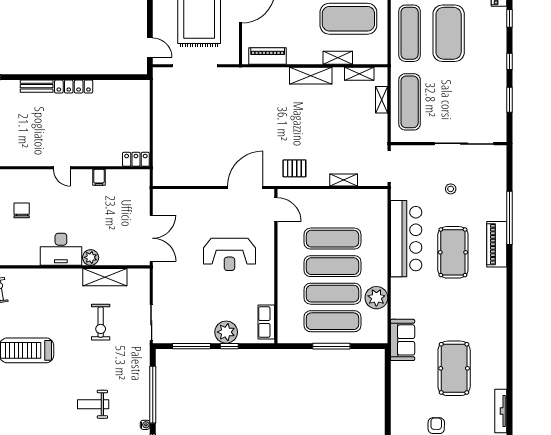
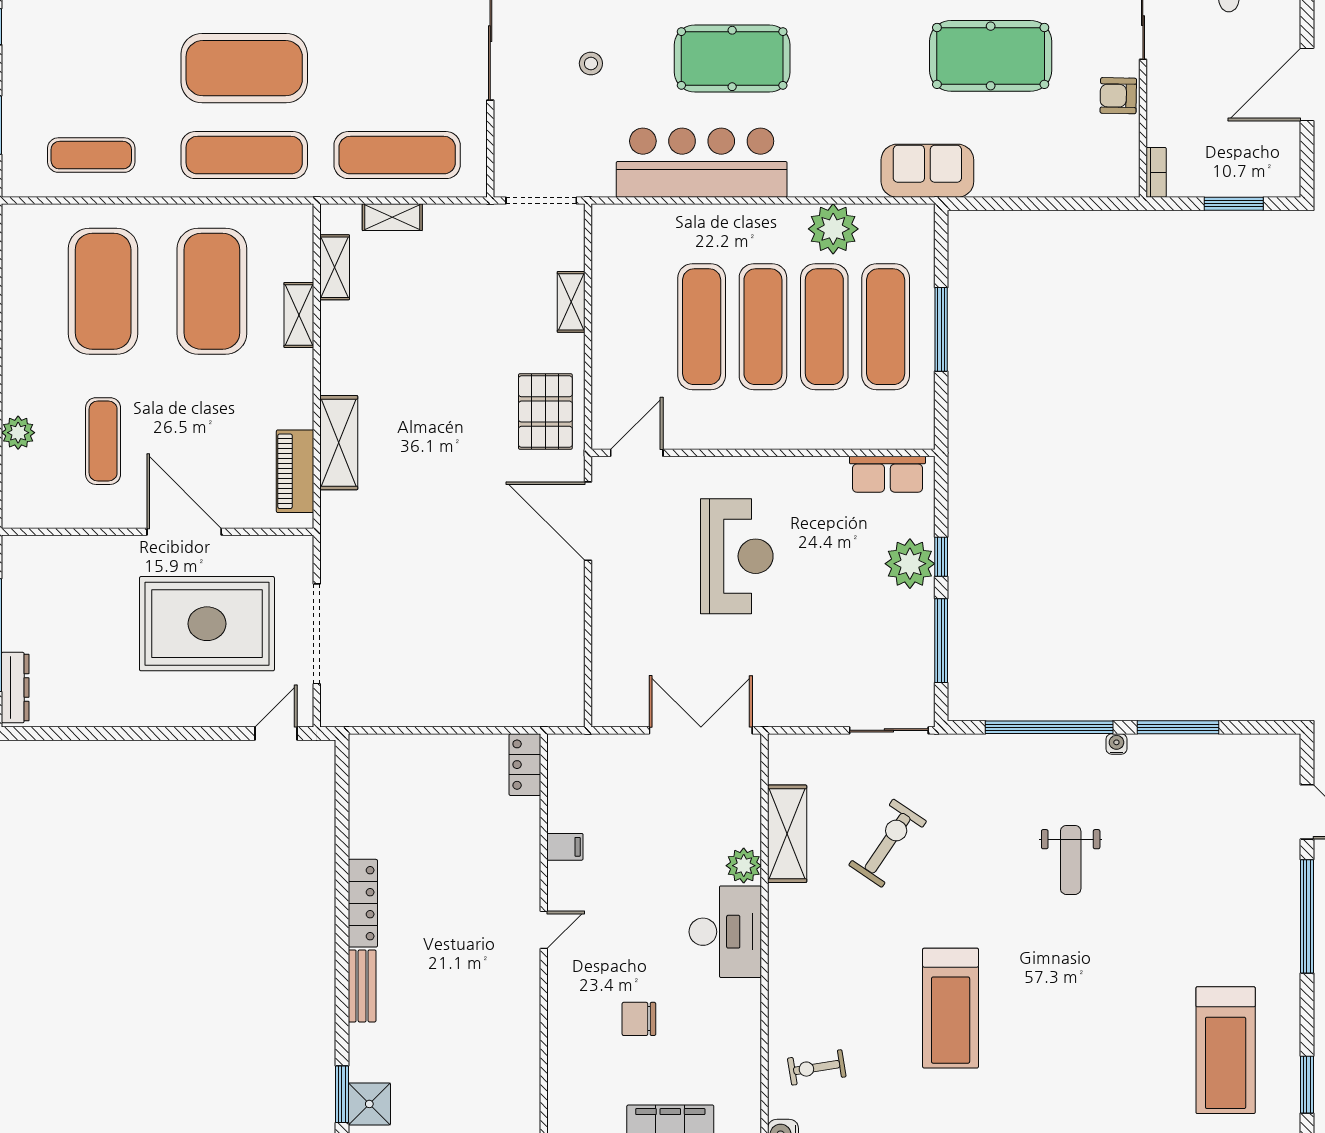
shelving: (311, 76) -> (339, 443), moved
pallet: (294, 168) -> (545, 412), width x1.50, depth x1.42
exercise bike: (101, 322) -> (888, 843), turned -56

